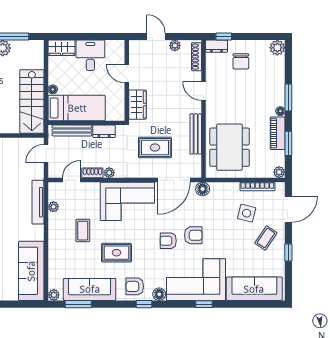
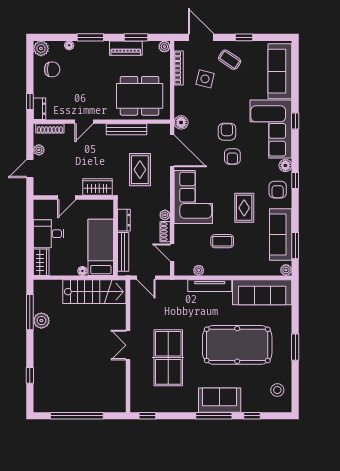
chair: (241, 61) -> (52, 69), moved
floor lamp: (280, 111) -> (69, 45), moved
tv unit: (38, 202) -> (210, 286), moved

